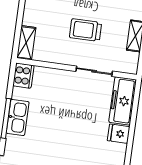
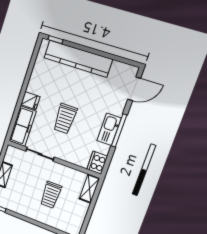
trolley: (86, 30) -> (51, 195), moved, turned 90
trolley: (72, 120) -> (65, 119), added

